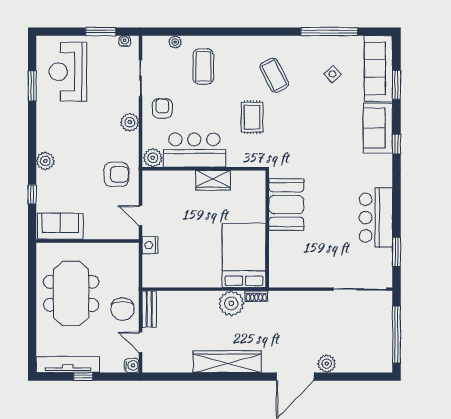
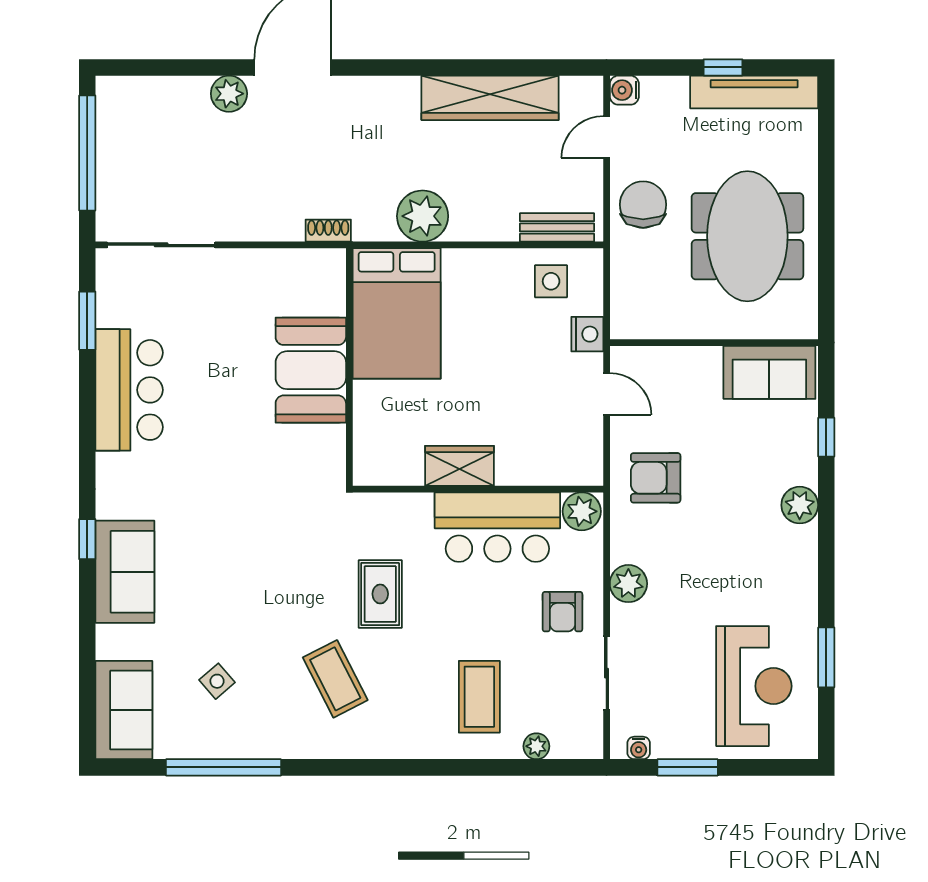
sofa: (378, 69) -> (124, 710), width x0.73
window: (397, 85) -> (87, 659), removed
booth: (286, 205) -> (311, 370), moved
side table: (168, 271) -> (551, 281), added
shoe rack: (256, 296) -> (328, 231), moved
bench: (149, 309) -> (557, 227), moved, turned 90
door: (141, 342) -> (607, 137), swing flipped
wardrobe: (227, 362) -> (490, 98), moved

